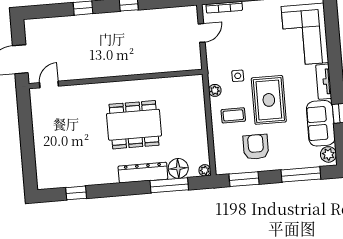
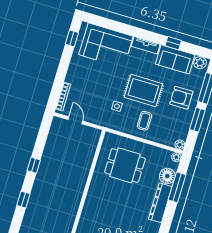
plant: (215, 90) -> (180, 145), moved
dining table: (134, 125) -> (125, 165), moved, width x0.73
armchair: (256, 147) -> (181, 98), moved
window: (244, 179) -> (197, 120), moved

